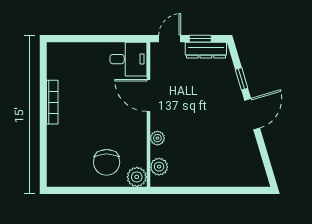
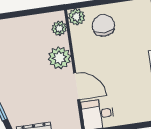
plant: (157, 138) -> (60, 58), width x1.87, depth x1.87

